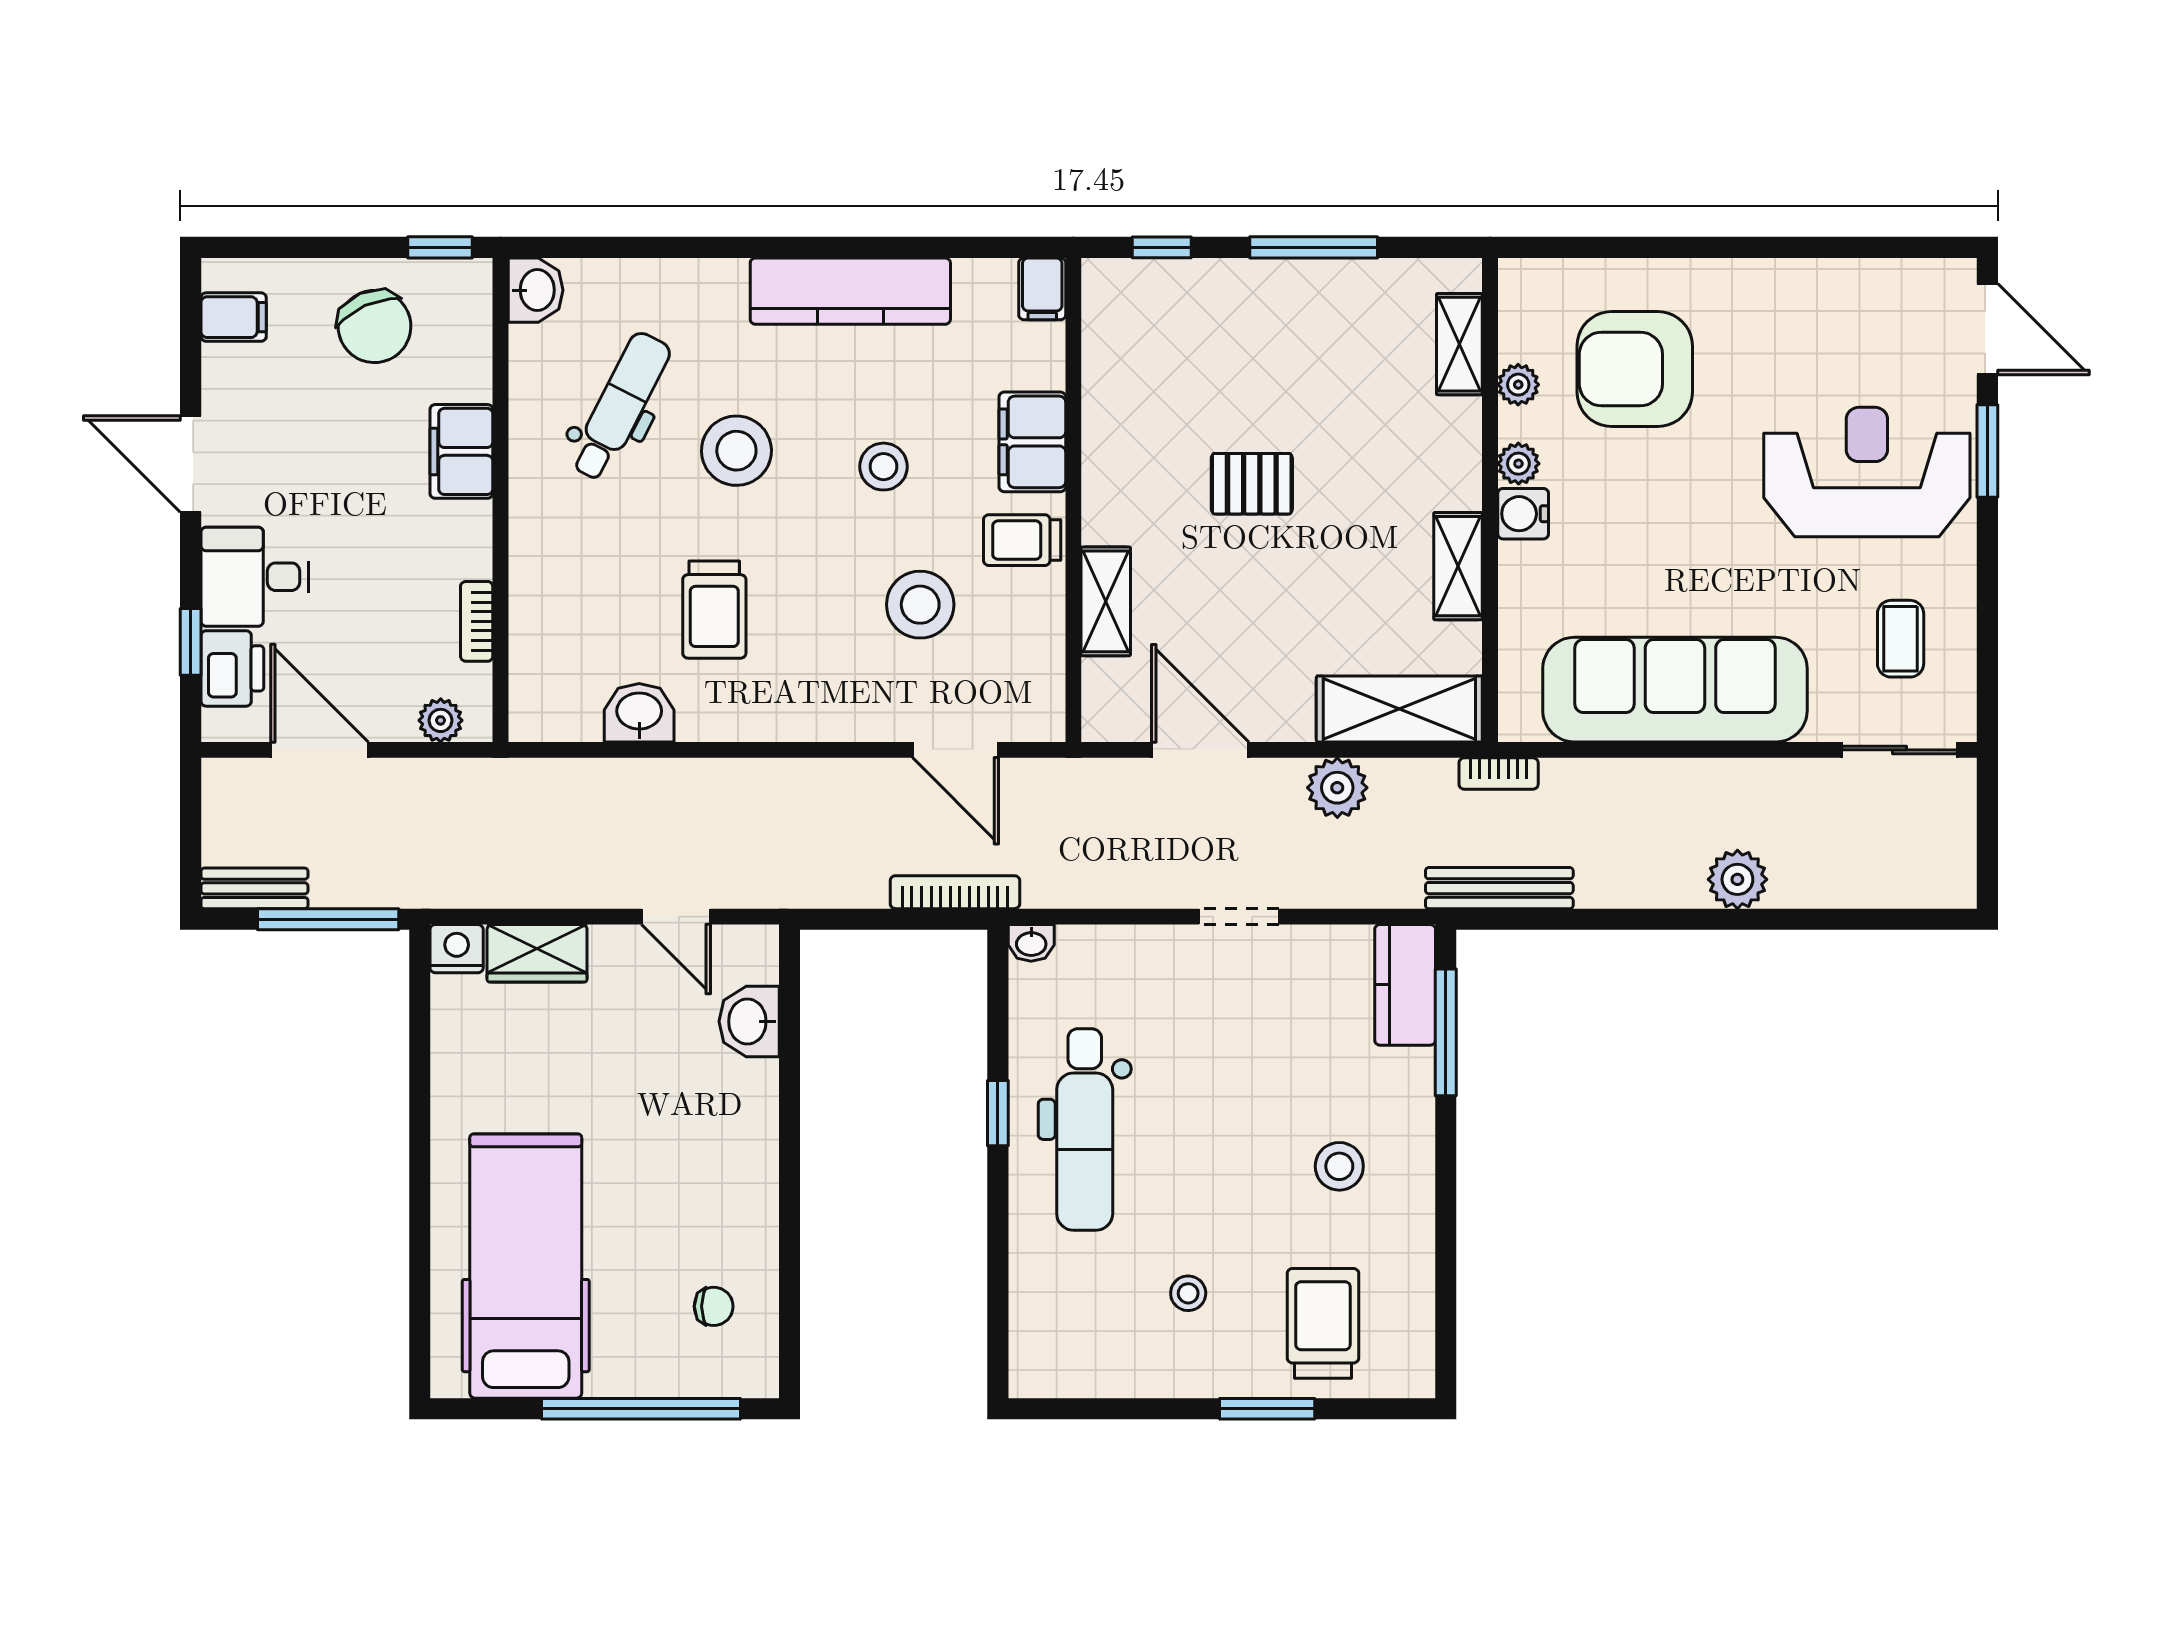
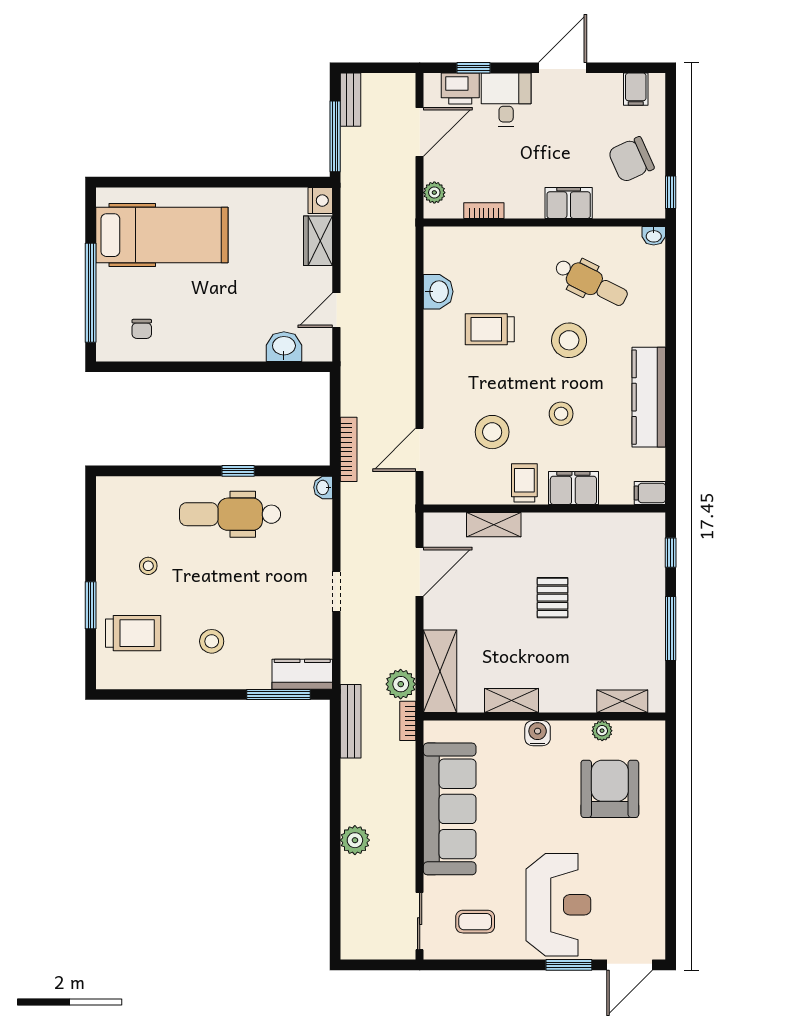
washbasin: (536, 290) -> (654, 236), width x0.72, depth x0.69
plant: (1518, 464) -> (563, 731), removed
plant: (1337, 788) -> (401, 684), moved

